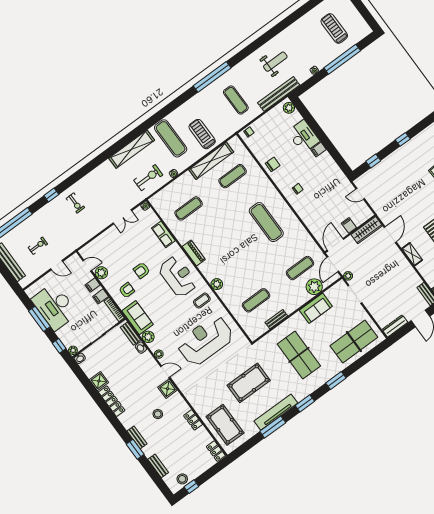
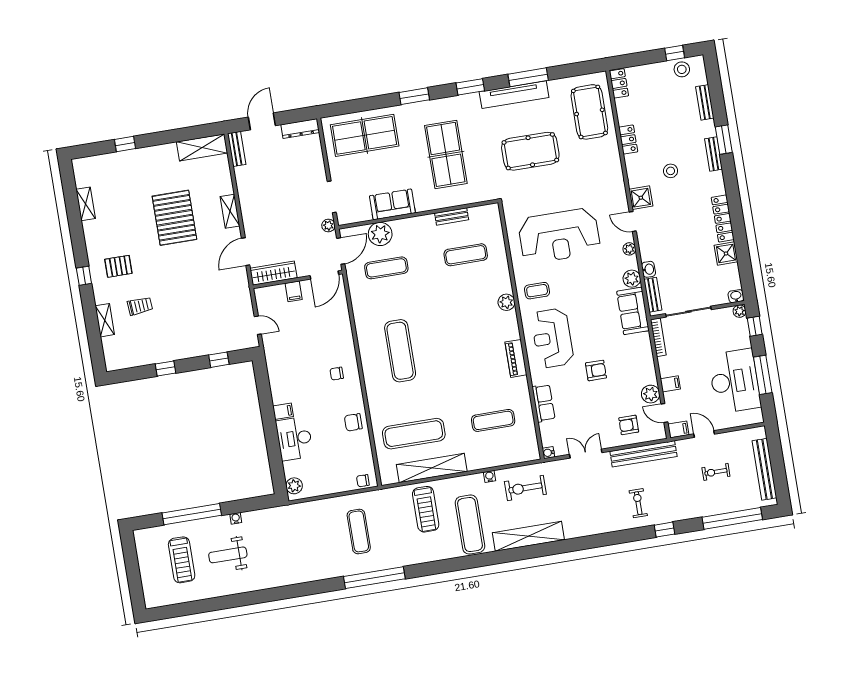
weight bench: (275, 62) -> (228, 555), moved
bench: (279, 94) -> (643, 454), moved
exercise mat: (233, 176) -> (414, 434), width x1.36, depth x1.45
armchair: (127, 290) -> (629, 425), moved
filing cabinet: (101, 296) -> (678, 429), moved

